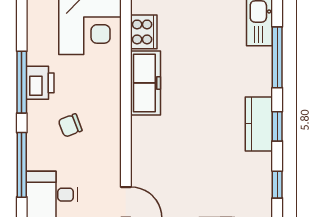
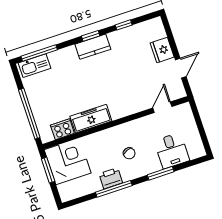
window: (277, 57) -> (39, 53), moved
window: (22, 165) -> (161, 173), width x0.69

